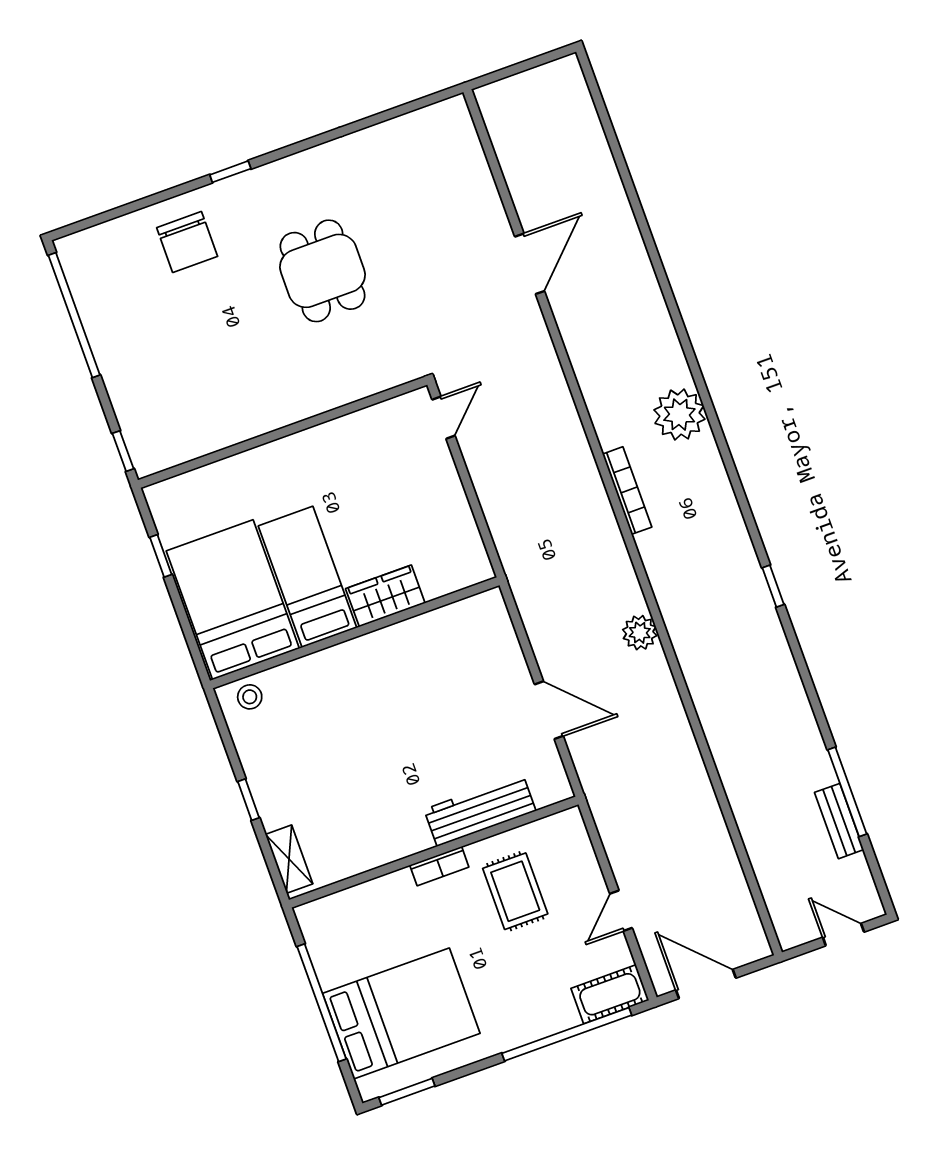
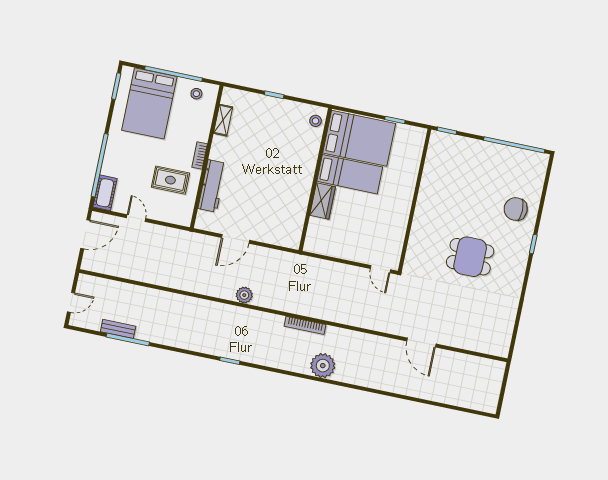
shelving: (289, 859) -> (223, 120), moved, turned 90
stool: (332, 940) -> (196, 94), added

